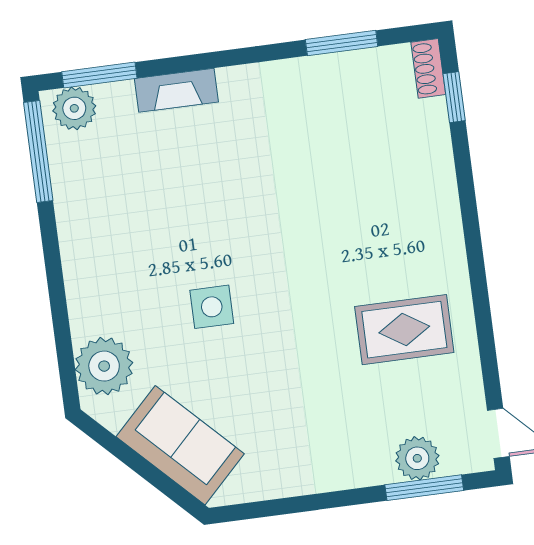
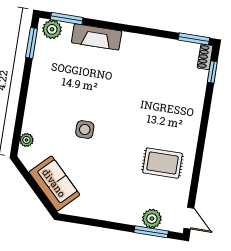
window: (342, 43) -> (194, 39), moved
fireplace: (176, 90) -> (97, 37), width x1.37, depth x1.32
window: (38, 151) -> (32, 43), width x0.69
plant: (104, 366) -> (26, 140), width x0.53, depth x0.53

